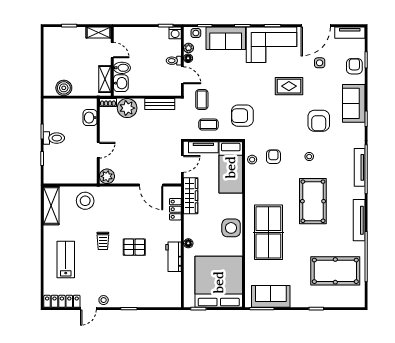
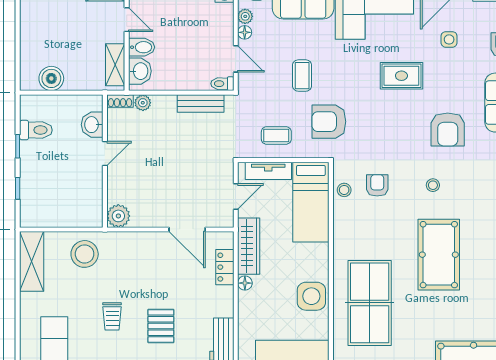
toilet: (174, 61) -> (222, 84), moved
coffee table: (202, 100) -> (302, 76), moved
plant: (127, 108) -> (143, 103), width x0.53, depth x0.53
toilet: (54, 138) -> (36, 130), moved
door: (98, 150) -> (105, 154), moved
floor lamp: (188, 243) -> (245, 283), moved
pallet: (134, 247) -> (161, 326), turned 90

